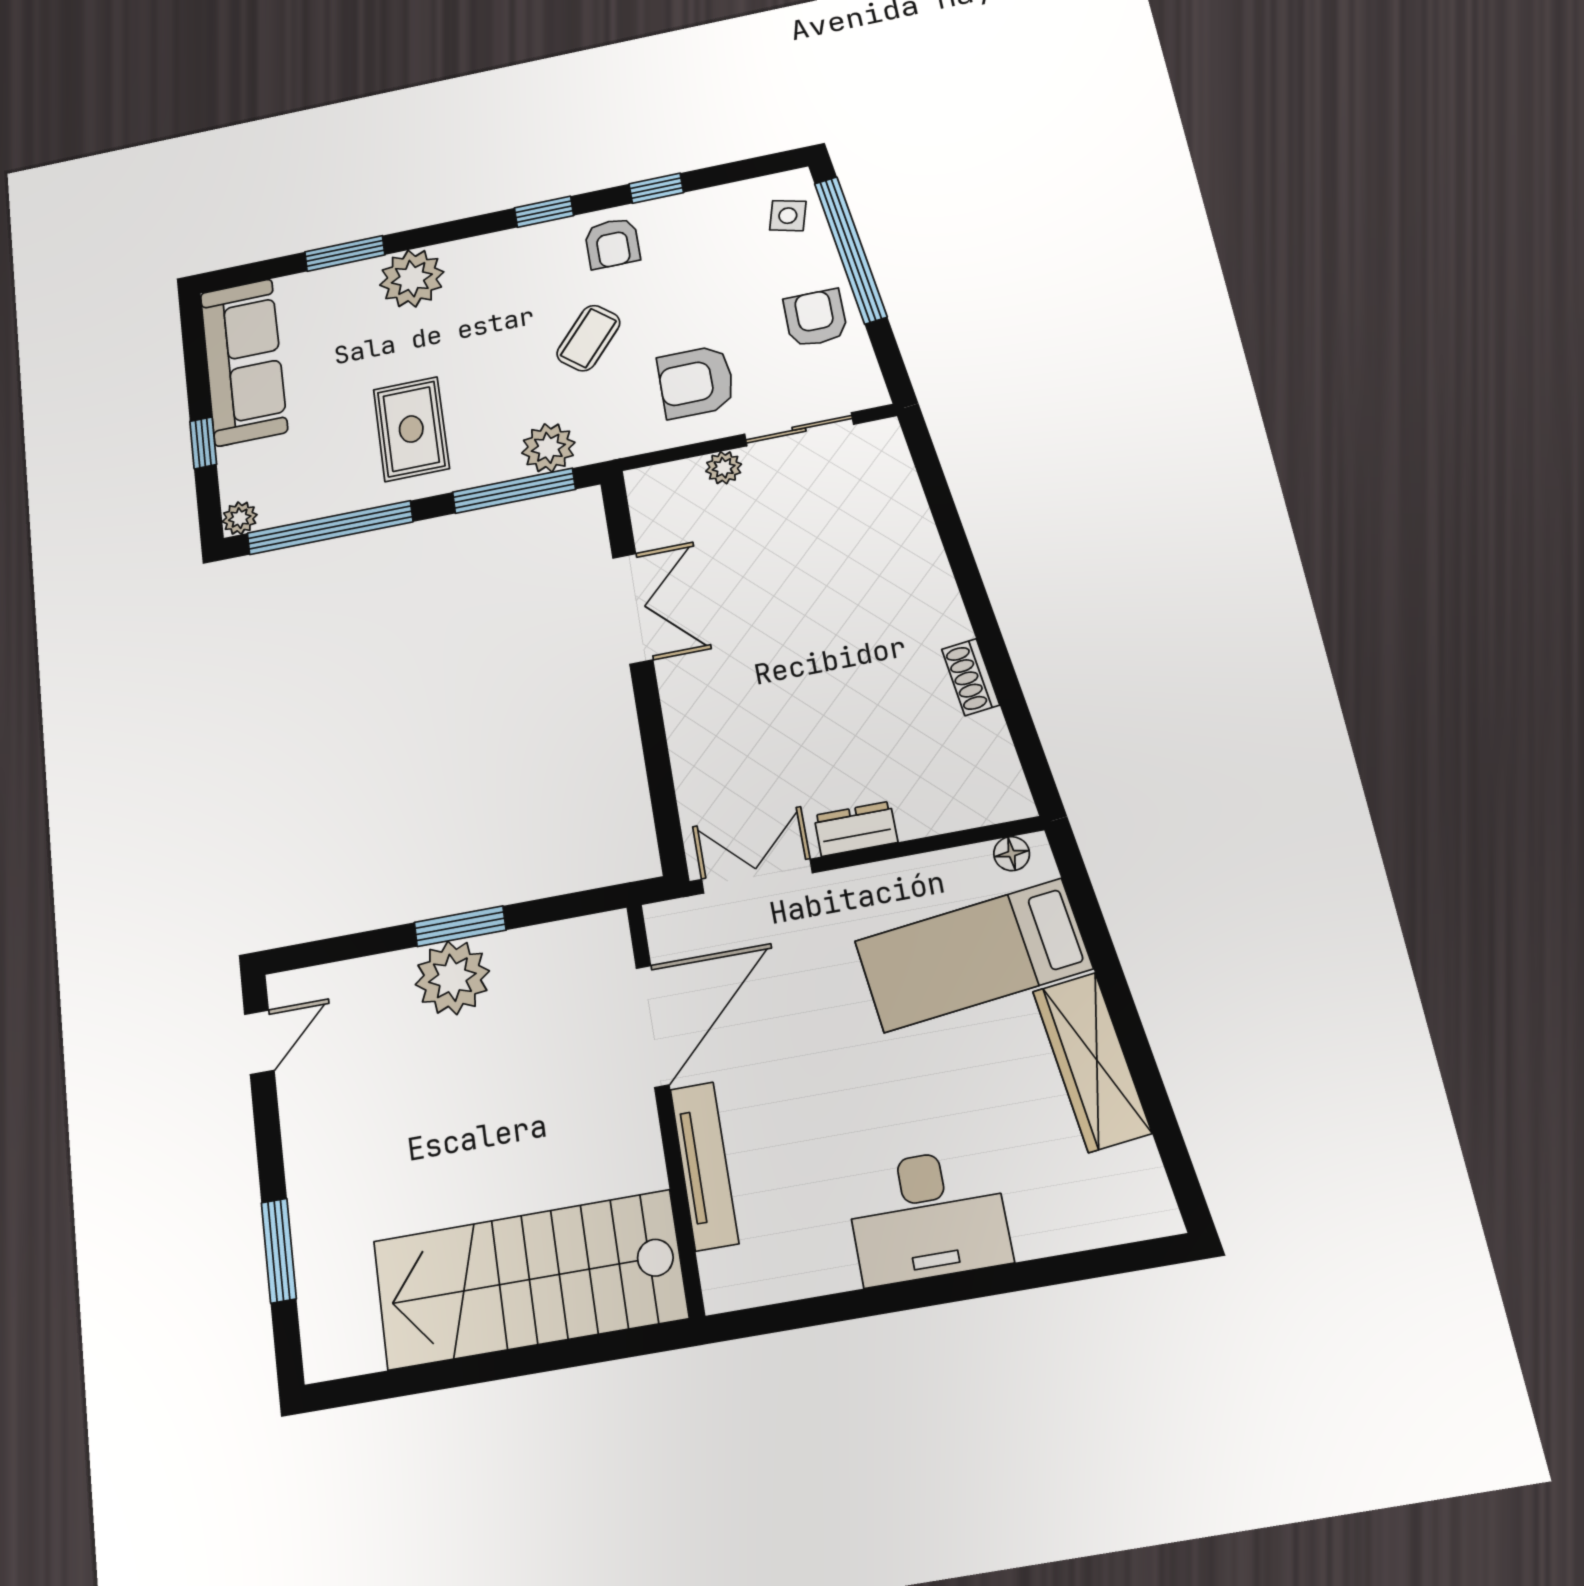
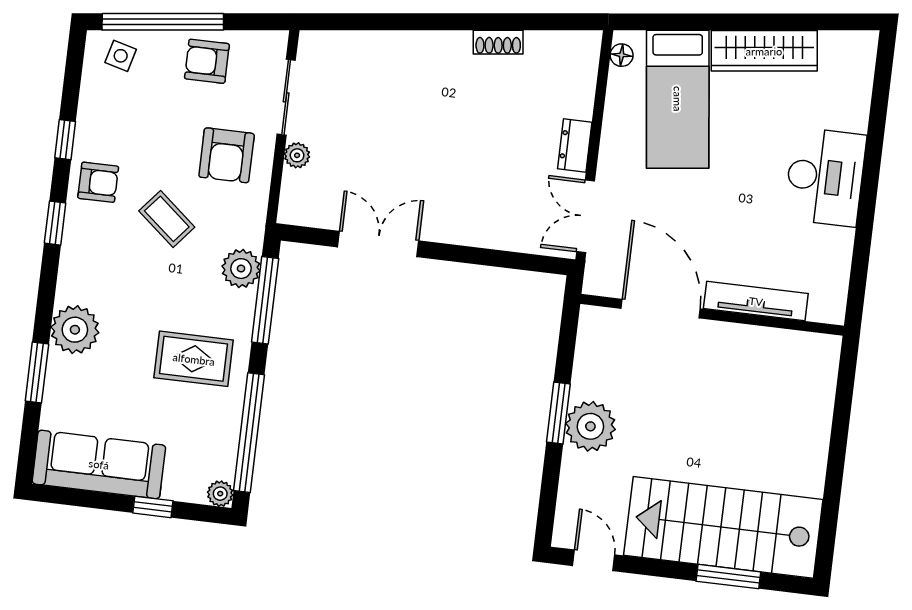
stairs: (529, 1280) -> (723, 527), moved, turned 90

